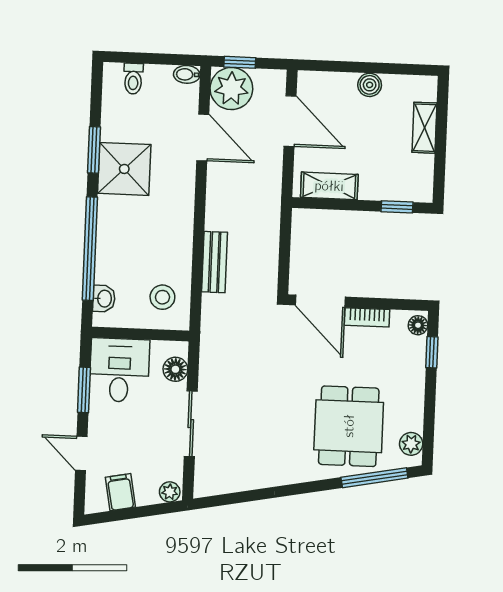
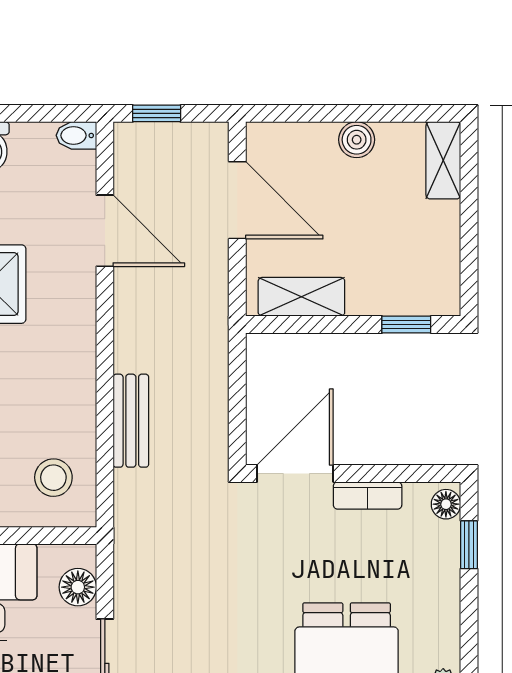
plant: (231, 89) -> (146, 154), removed
shelving: (424, 128) -> (443, 160), moved
door: (320, 301) -> (295, 474), swing flipped

